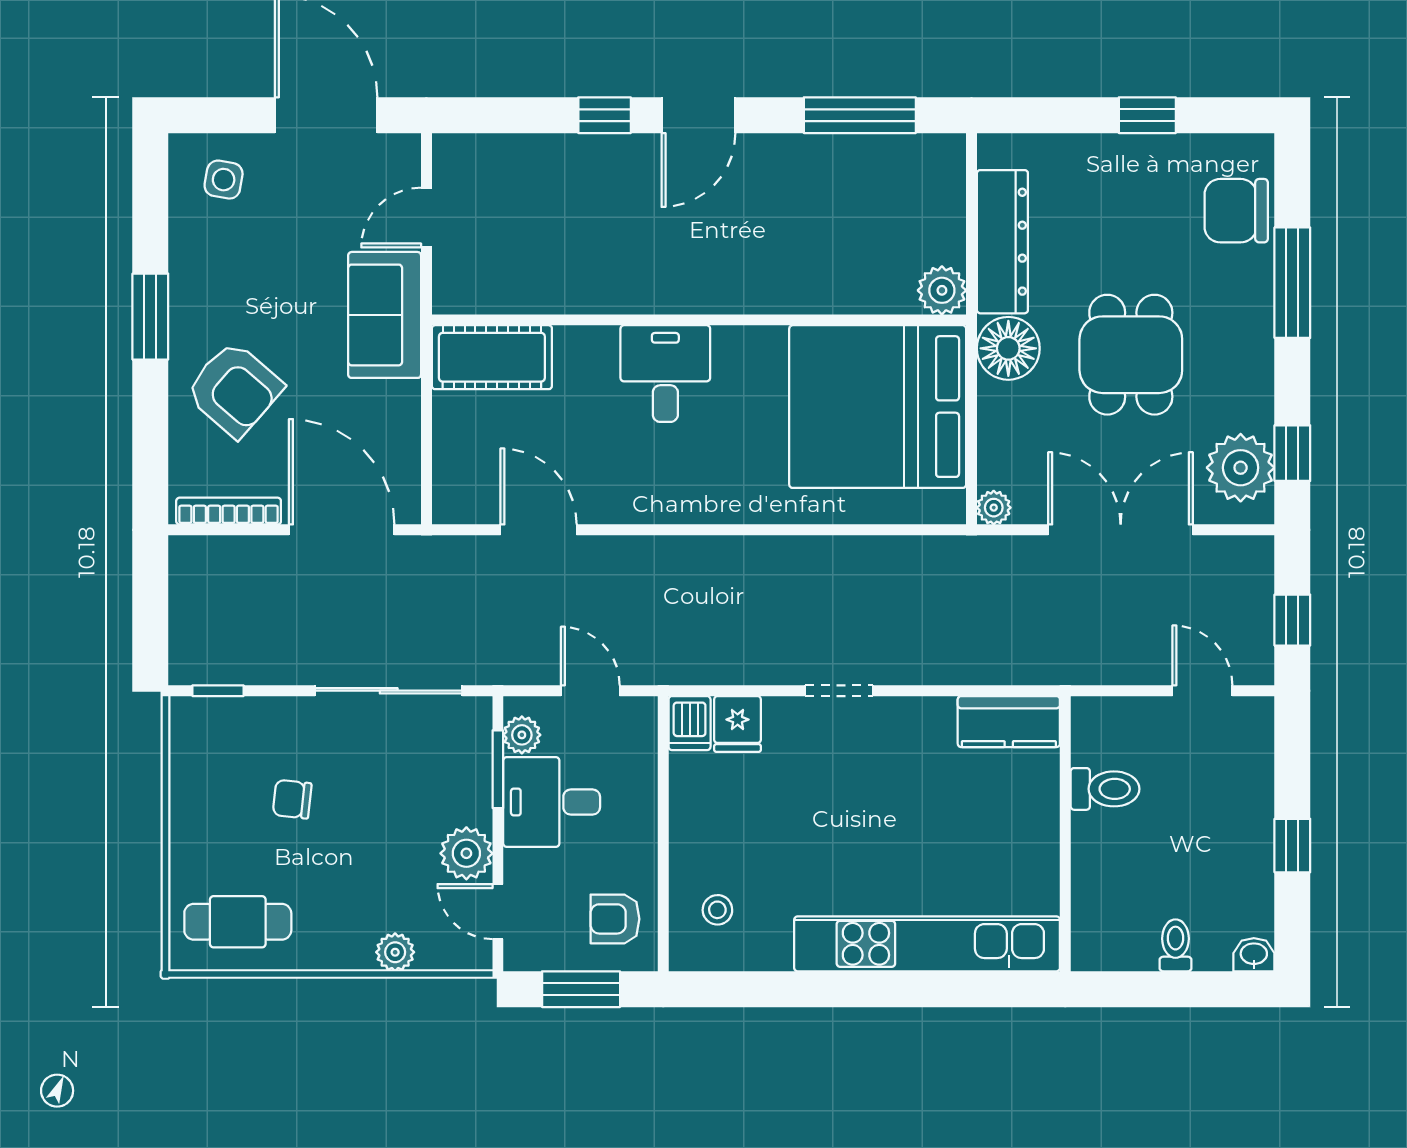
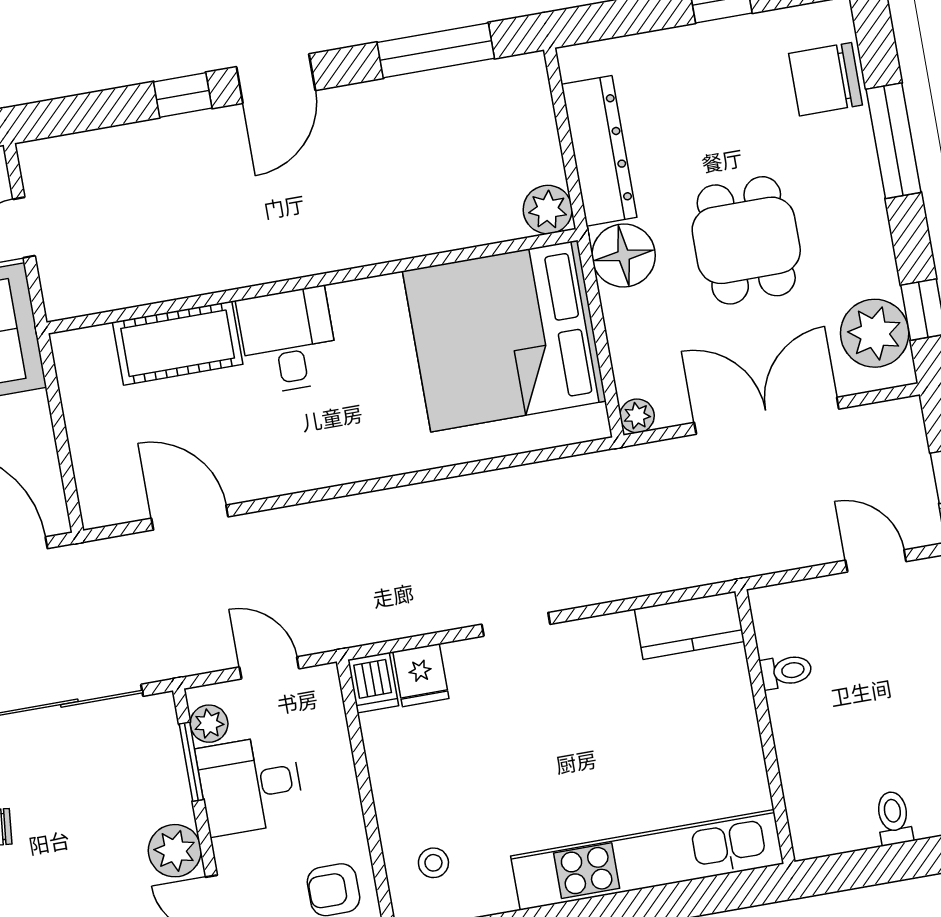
cot: (492, 357) -> (178, 343), moved
toilet: (1105, 789) -> (786, 671), width x0.73, depth x0.72

